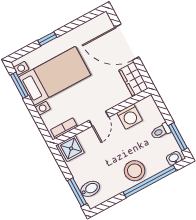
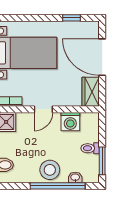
window: (47, 39) -> (71, 18), moved
washbasin: (174, 158) -> (75, 177), moved

